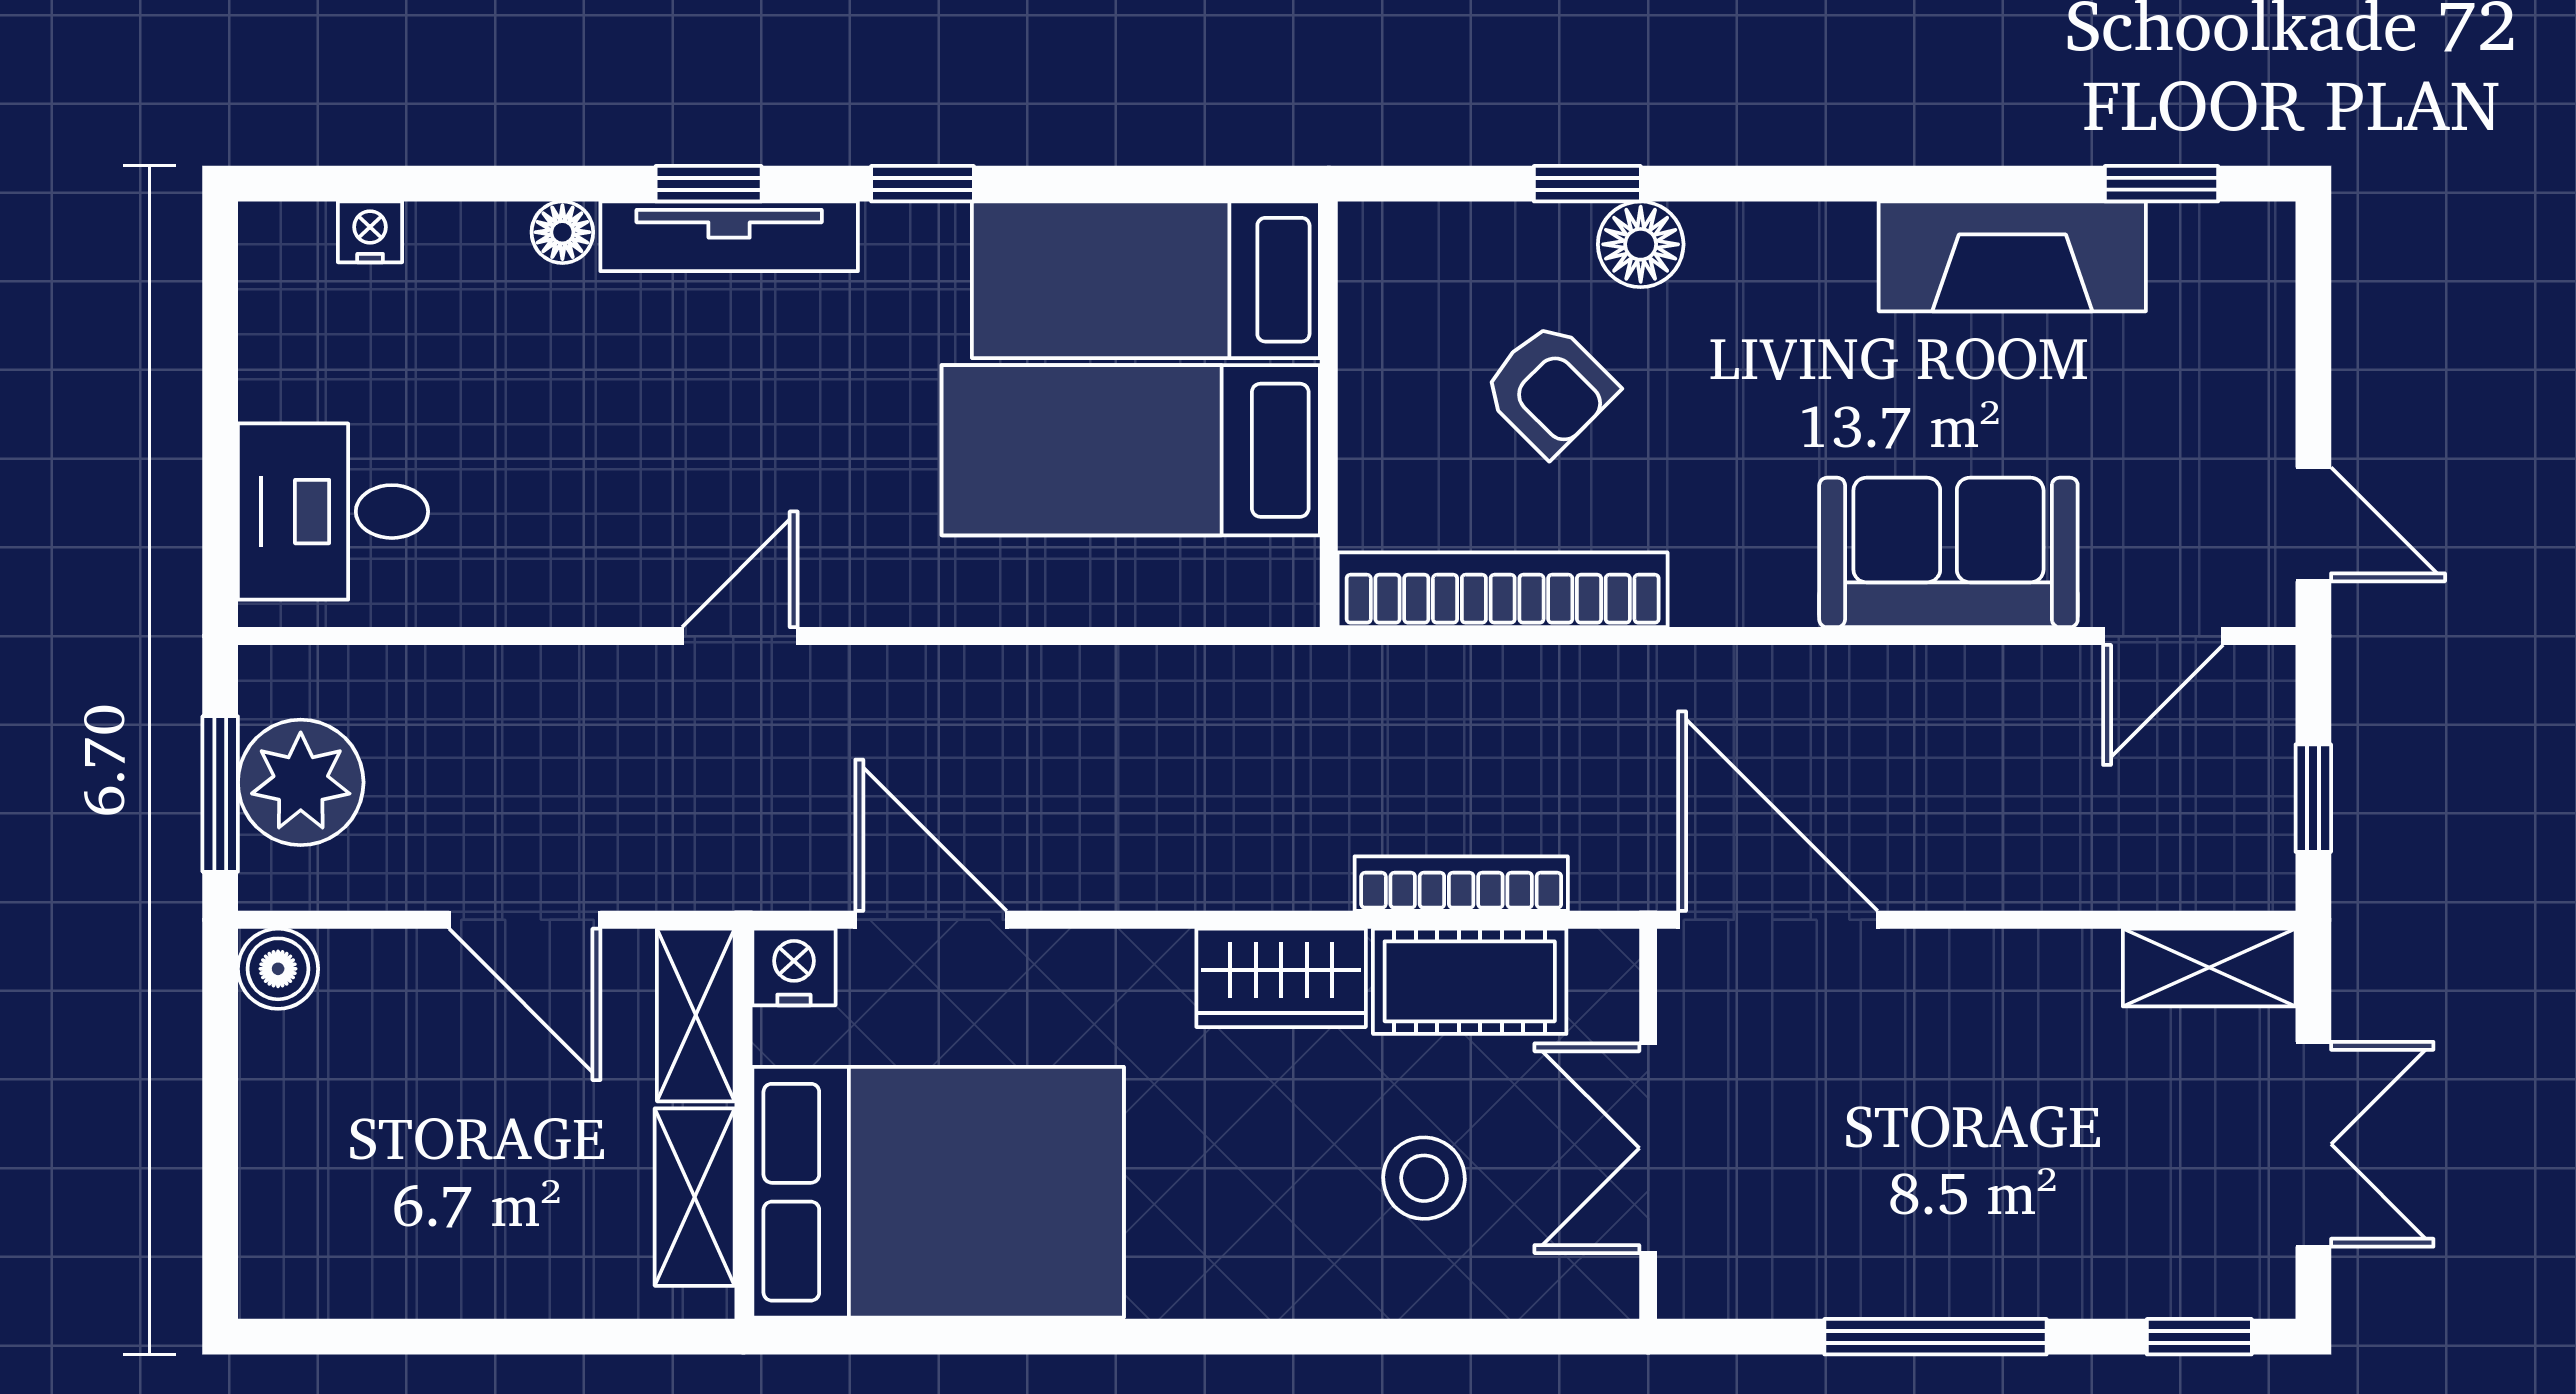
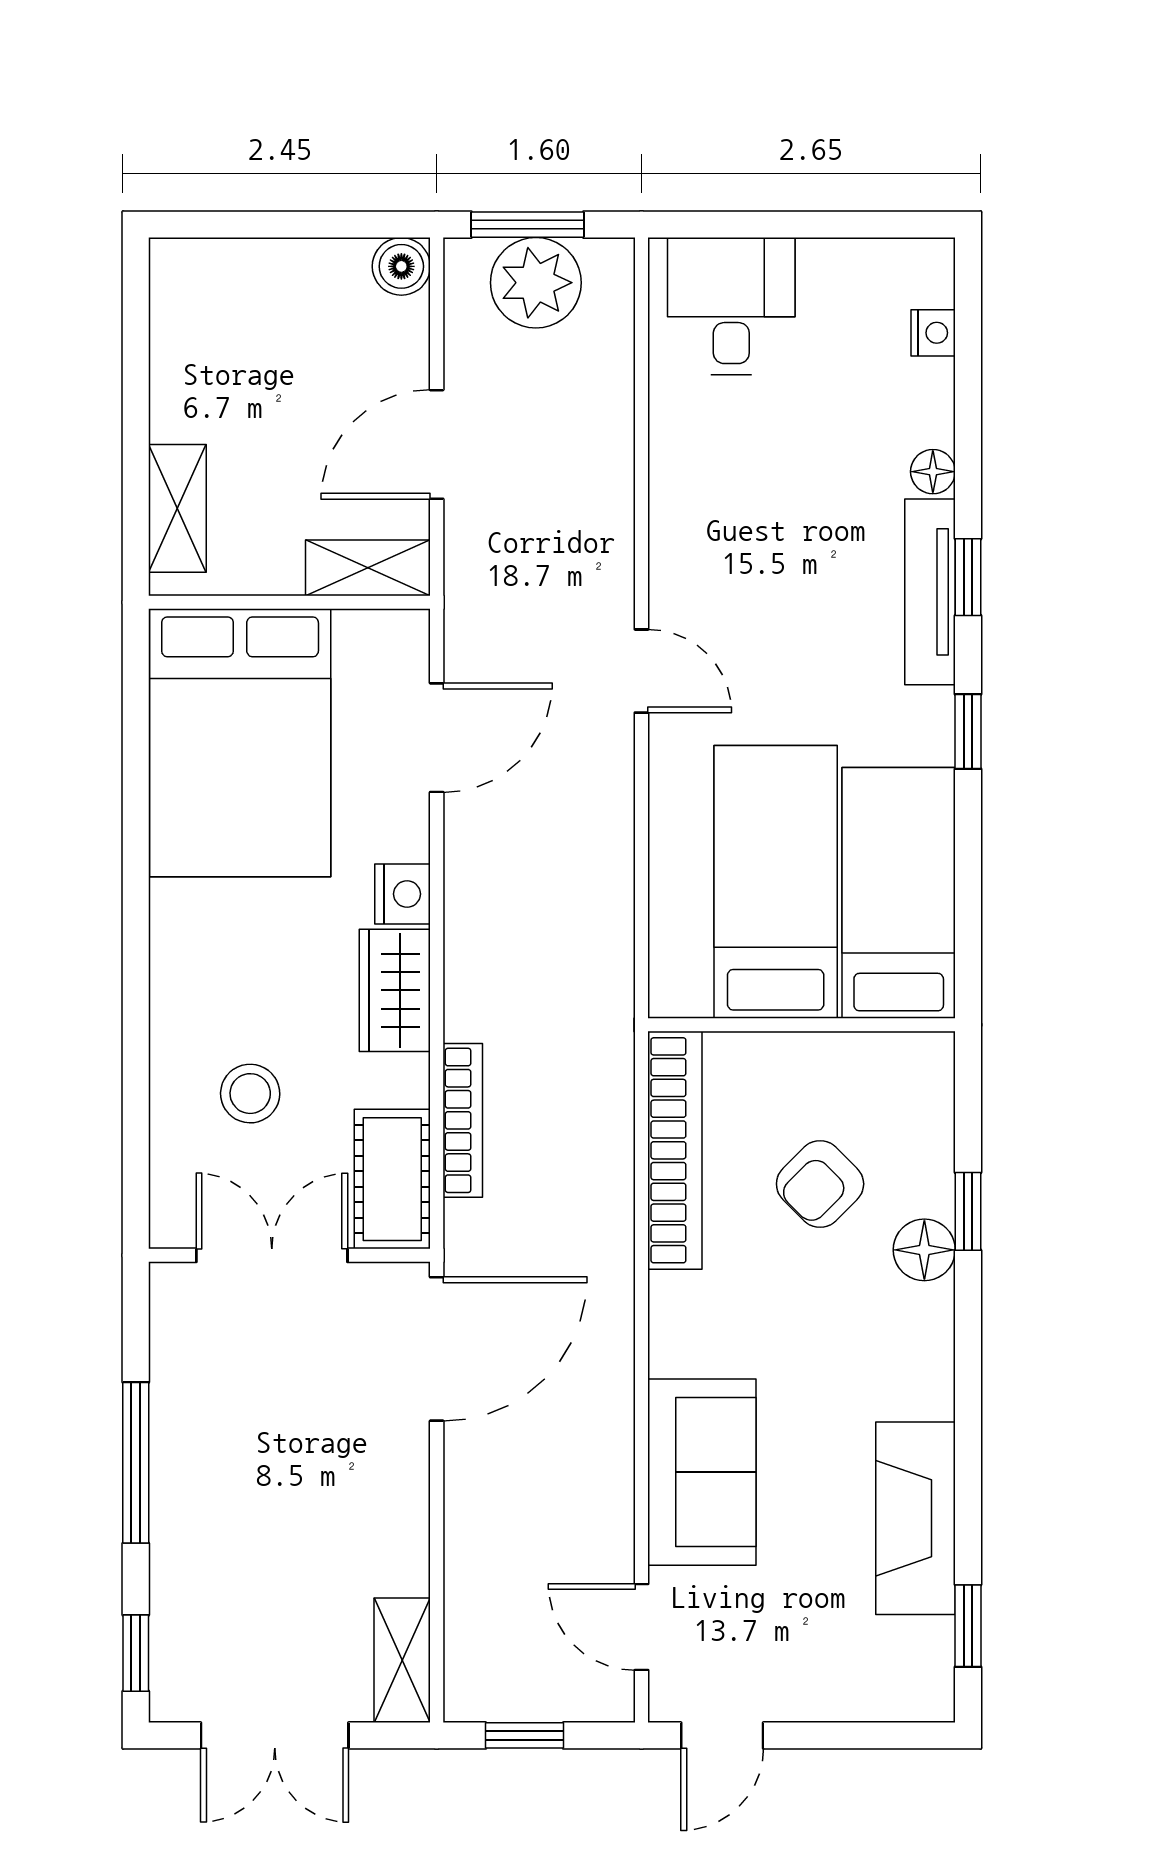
door: (740, 636) -> (641, 671), moved
nightstand: (794, 967) -> (403, 894), moved
cot: (1470, 981) -> (392, 1179), moved
shelving: (695, 1197) -> (177, 508), moved, turned 90

